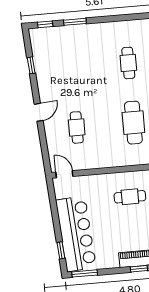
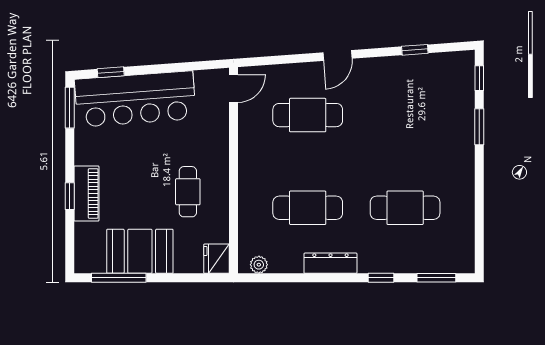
cafe table: (128, 63) -> (405, 208), width x1.37, depth x1.35
door: (39, 112) -> (338, 56), hinge flipped
cafe table: (77, 127) -> (308, 115), width x1.37, depth x1.35

